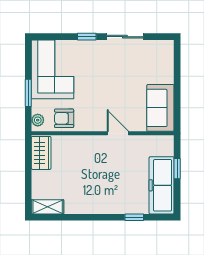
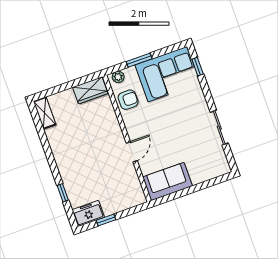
window: (87, 37) -> (198, 67), moved
armchair: (64, 118) -> (128, 100), turned 90
window: (177, 169) -> (106, 220), moved
freezer: (162, 185) -> (88, 213), width x0.52, depth x0.79

